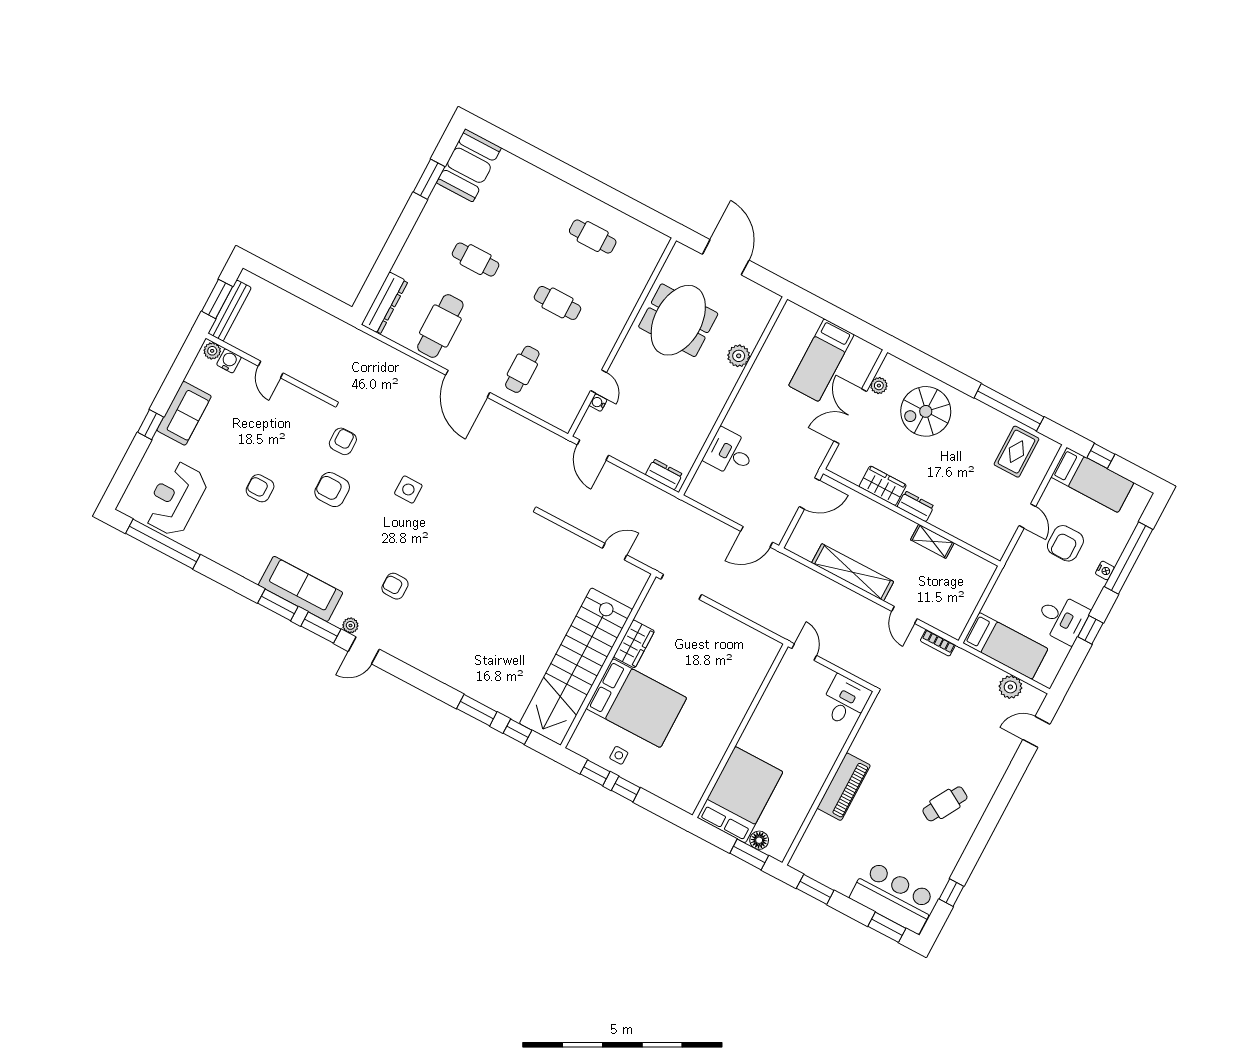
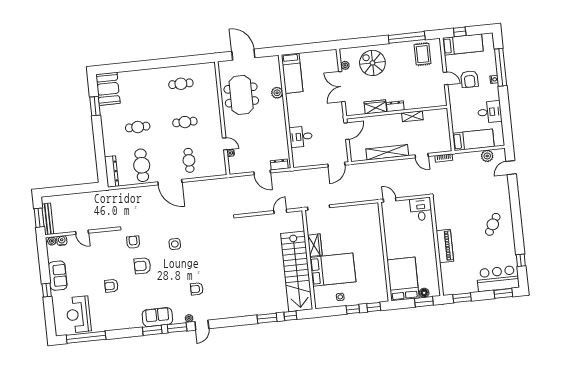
bed: (821, 360) -> (292, 73), moved
spiral stairs: (926, 411) -> (372, 63), turned 90
door: (593, 450) -> (262, 172), moved
sofa: (301, 589) -> (157, 317), width x0.73
window: (1090, 630) -> (505, 109), removed
window: (595, 773) -> (374, 307), moved

